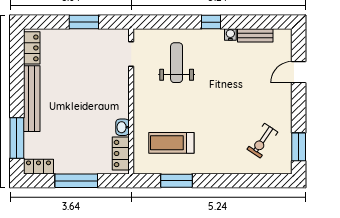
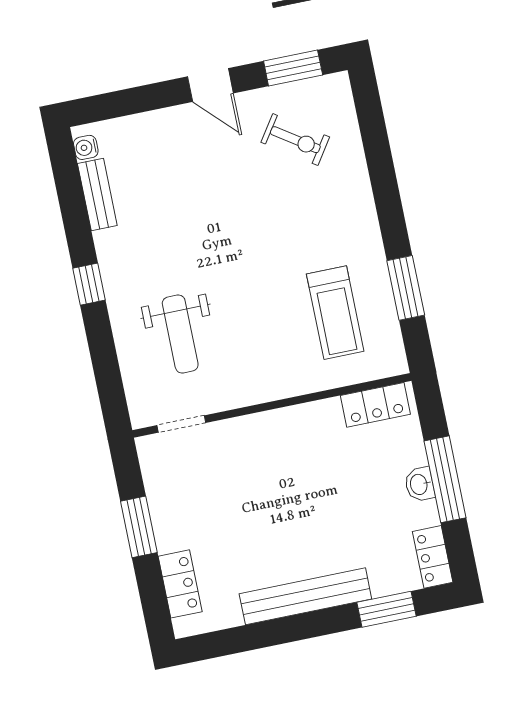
water cooler: (230, 34) -> (86, 147), moved
locker: (32, 48) -> (180, 584), moved, turned 90
weight bench: (177, 63) -> (180, 334), turned -90
door: (299, 72) -> (210, 85), moved
washbasin: (122, 127) -> (420, 484), moved, turned 90
window: (17, 138) -> (386, 609), width x0.69

